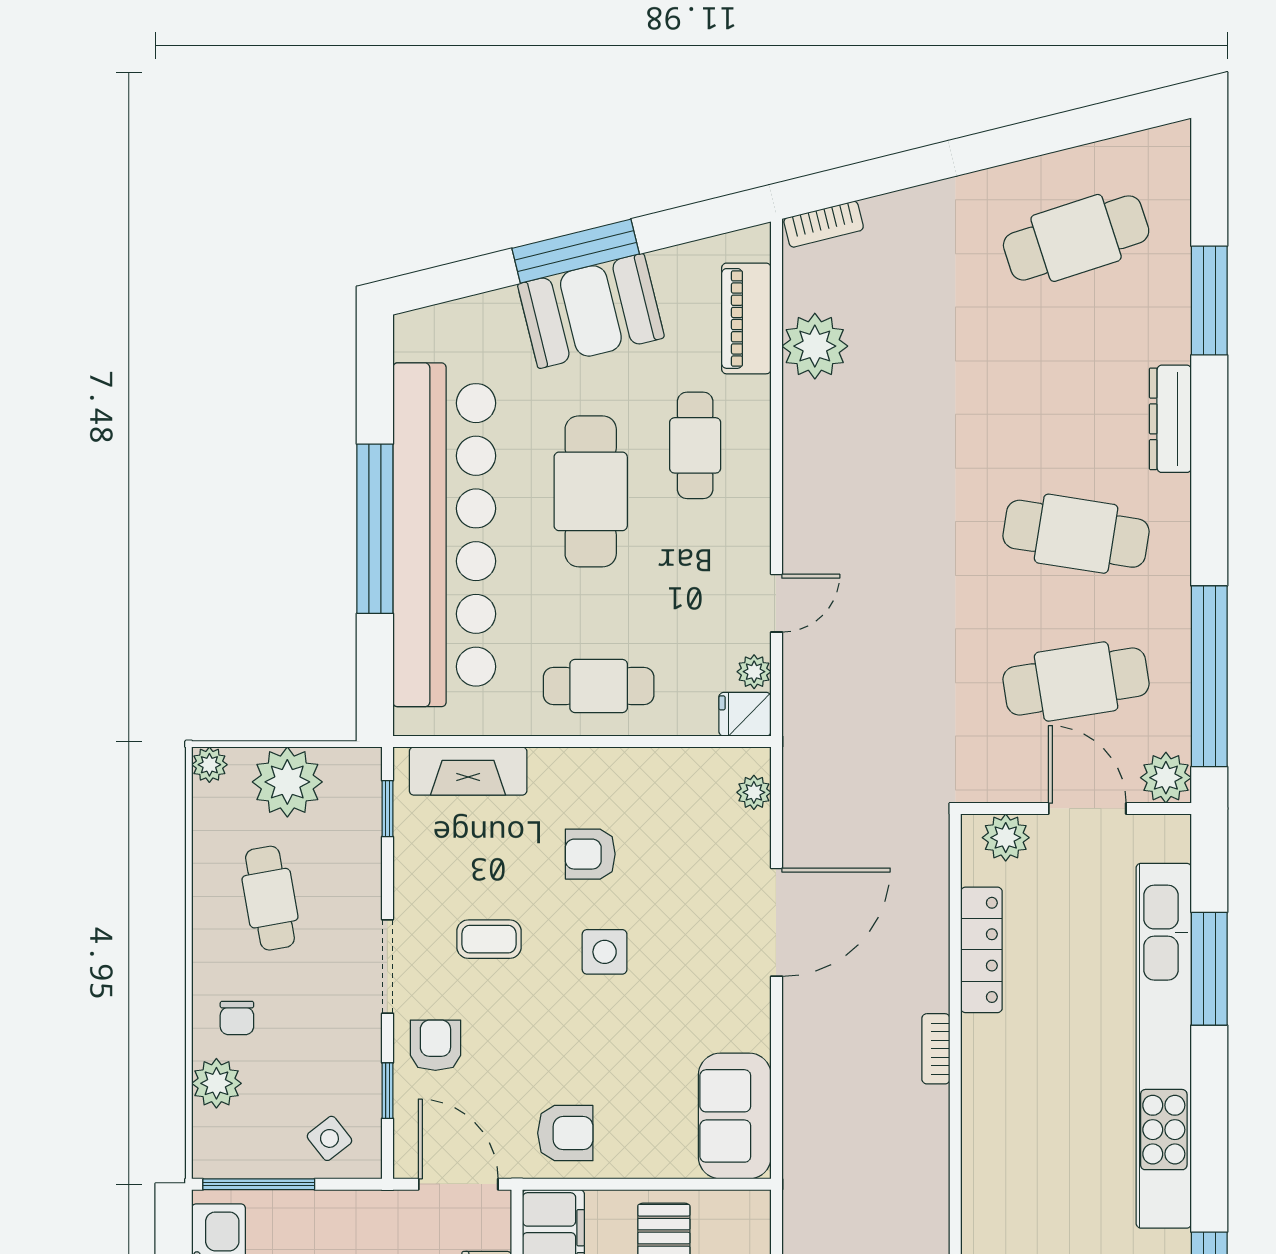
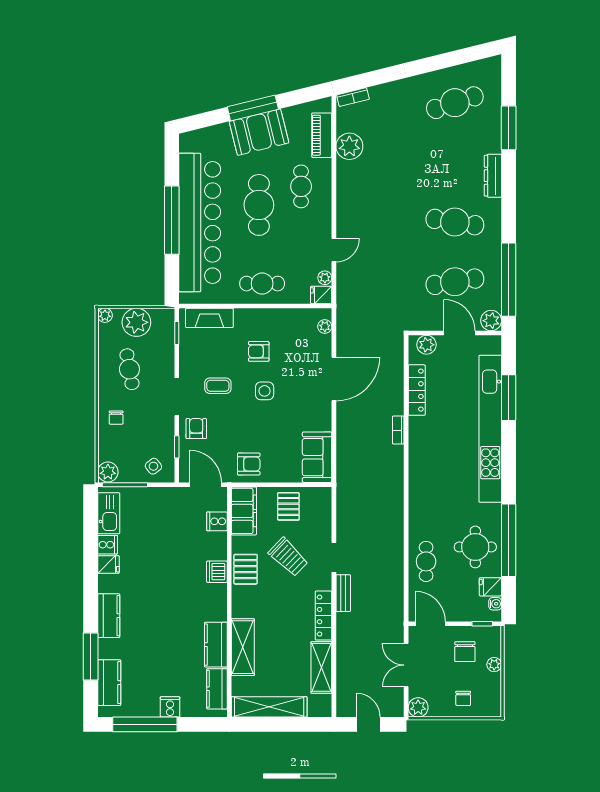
plant: (216, 1083) -> (108, 472), moved

